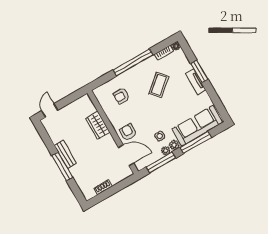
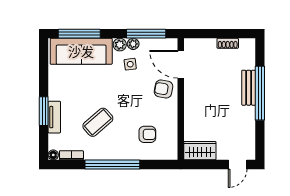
tv unit: (196, 82) -> (54, 117), moved
wardrobe: (98, 125) -> (200, 151), moved, turned -90
armchair: (128, 132) -> (163, 89), turned 100
window: (196, 142) -> (79, 34), moved
bench: (65, 154) -> (249, 88), moved
window: (62, 167) -> (260, 93), width x1.46

